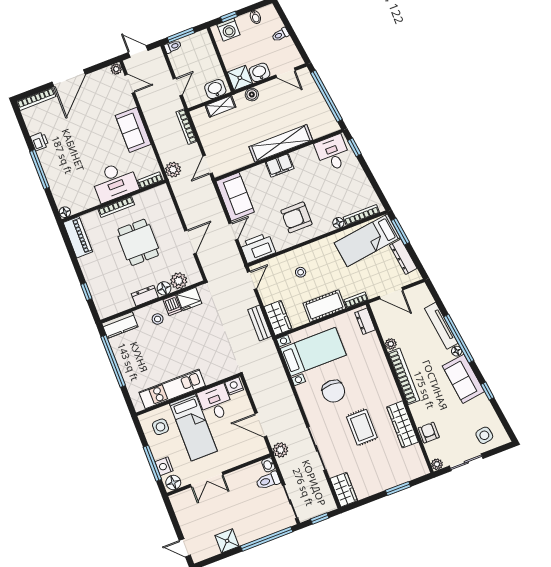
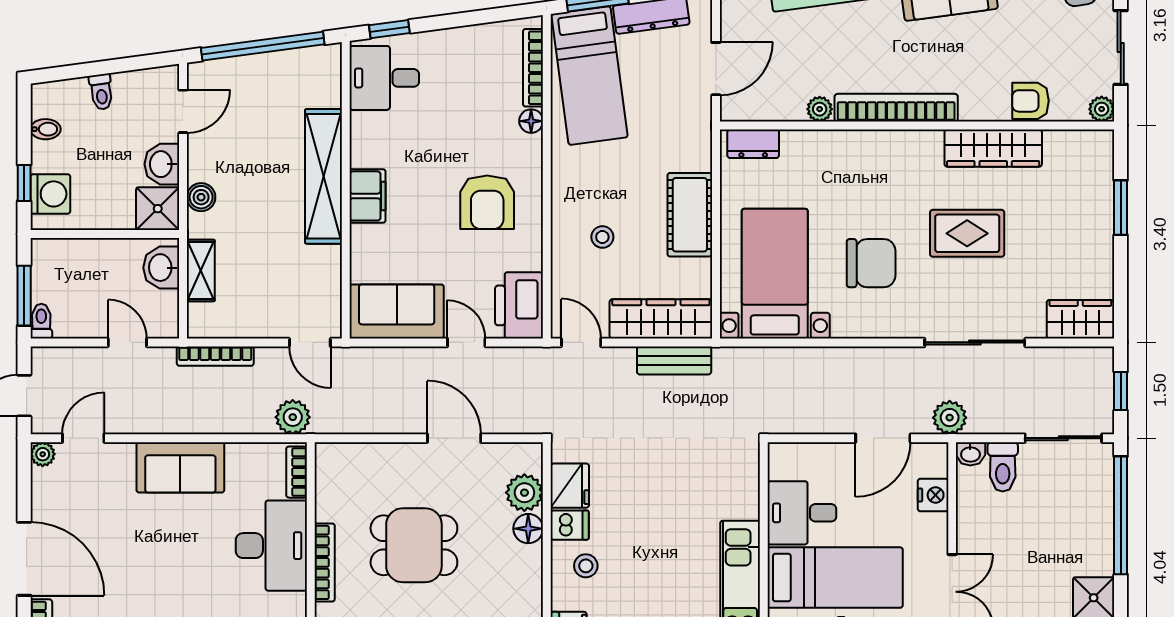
dresser: (145, 296) -> (528, 574), removed
bookcase: (356, 300) -> (702, 146), removed
wardrobe: (278, 318) -> (661, 319), width x1.50
nightstand: (234, 386) -> (933, 495), moved, turned 180

